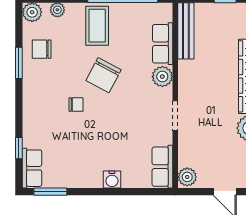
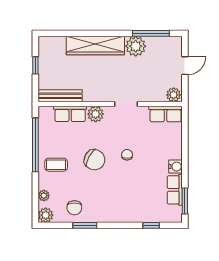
coffee table: (97, 26) -> (56, 165), width x0.73, depth x0.77
chair: (76, 105) -> (127, 155), moved
row of seats: (32, 168) -> (175, 190), moved, turned -90
water cooler: (112, 180) -> (176, 167), moved

